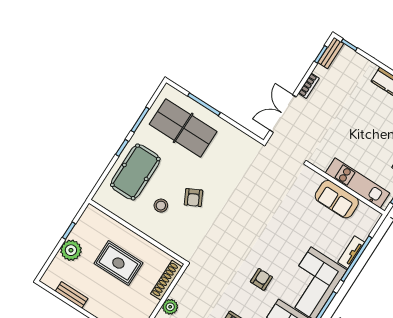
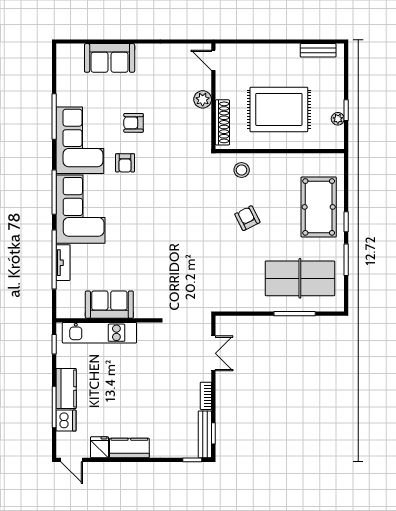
bench: (331, 53) -> (205, 434), width x1.36
double door: (283, 114) -> (213, 353), width x0.73
stool: (161, 206) -> (242, 170), moved
plant: (71, 250) -> (338, 119), moved, width x0.53, depth x0.53
rug: (118, 263) -> (279, 109), width x1.37, depth x1.44
armchair: (261, 279) -> (125, 163), moved
bench: (72, 295) -> (318, 50), moved

